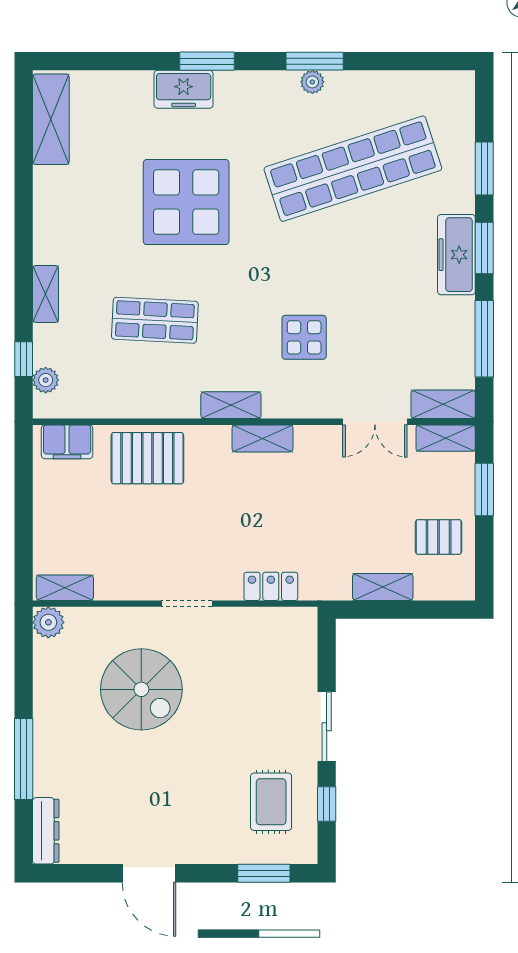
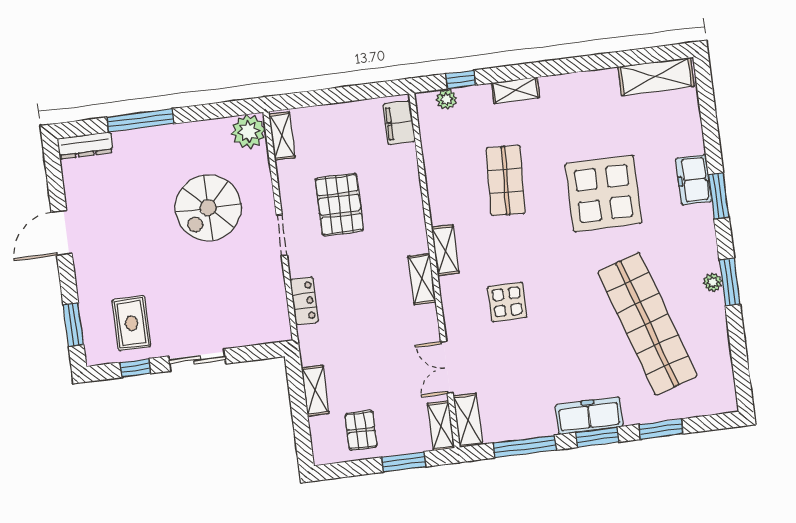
pallet: (147, 458) -> (339, 205), moved
plant: (48, 622) -> (248, 131), width x1.36, depth x1.36
rug: (271, 802) -> (131, 323), turned 90

